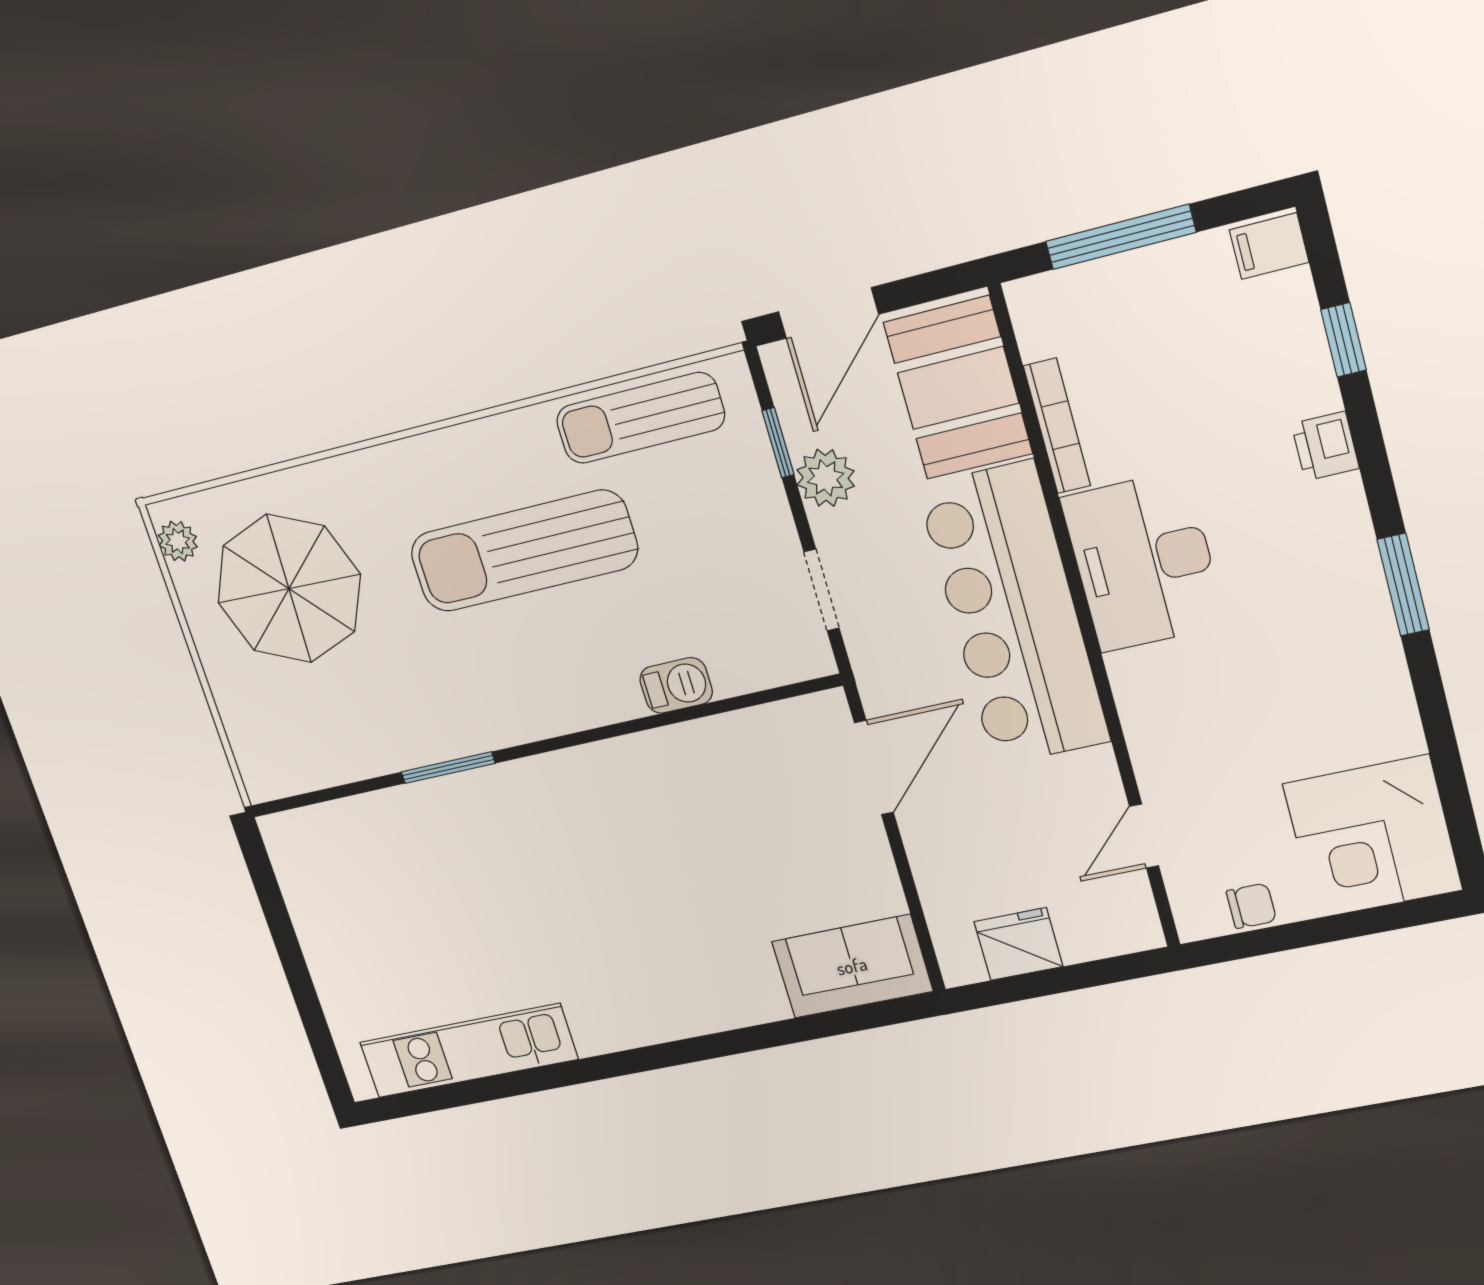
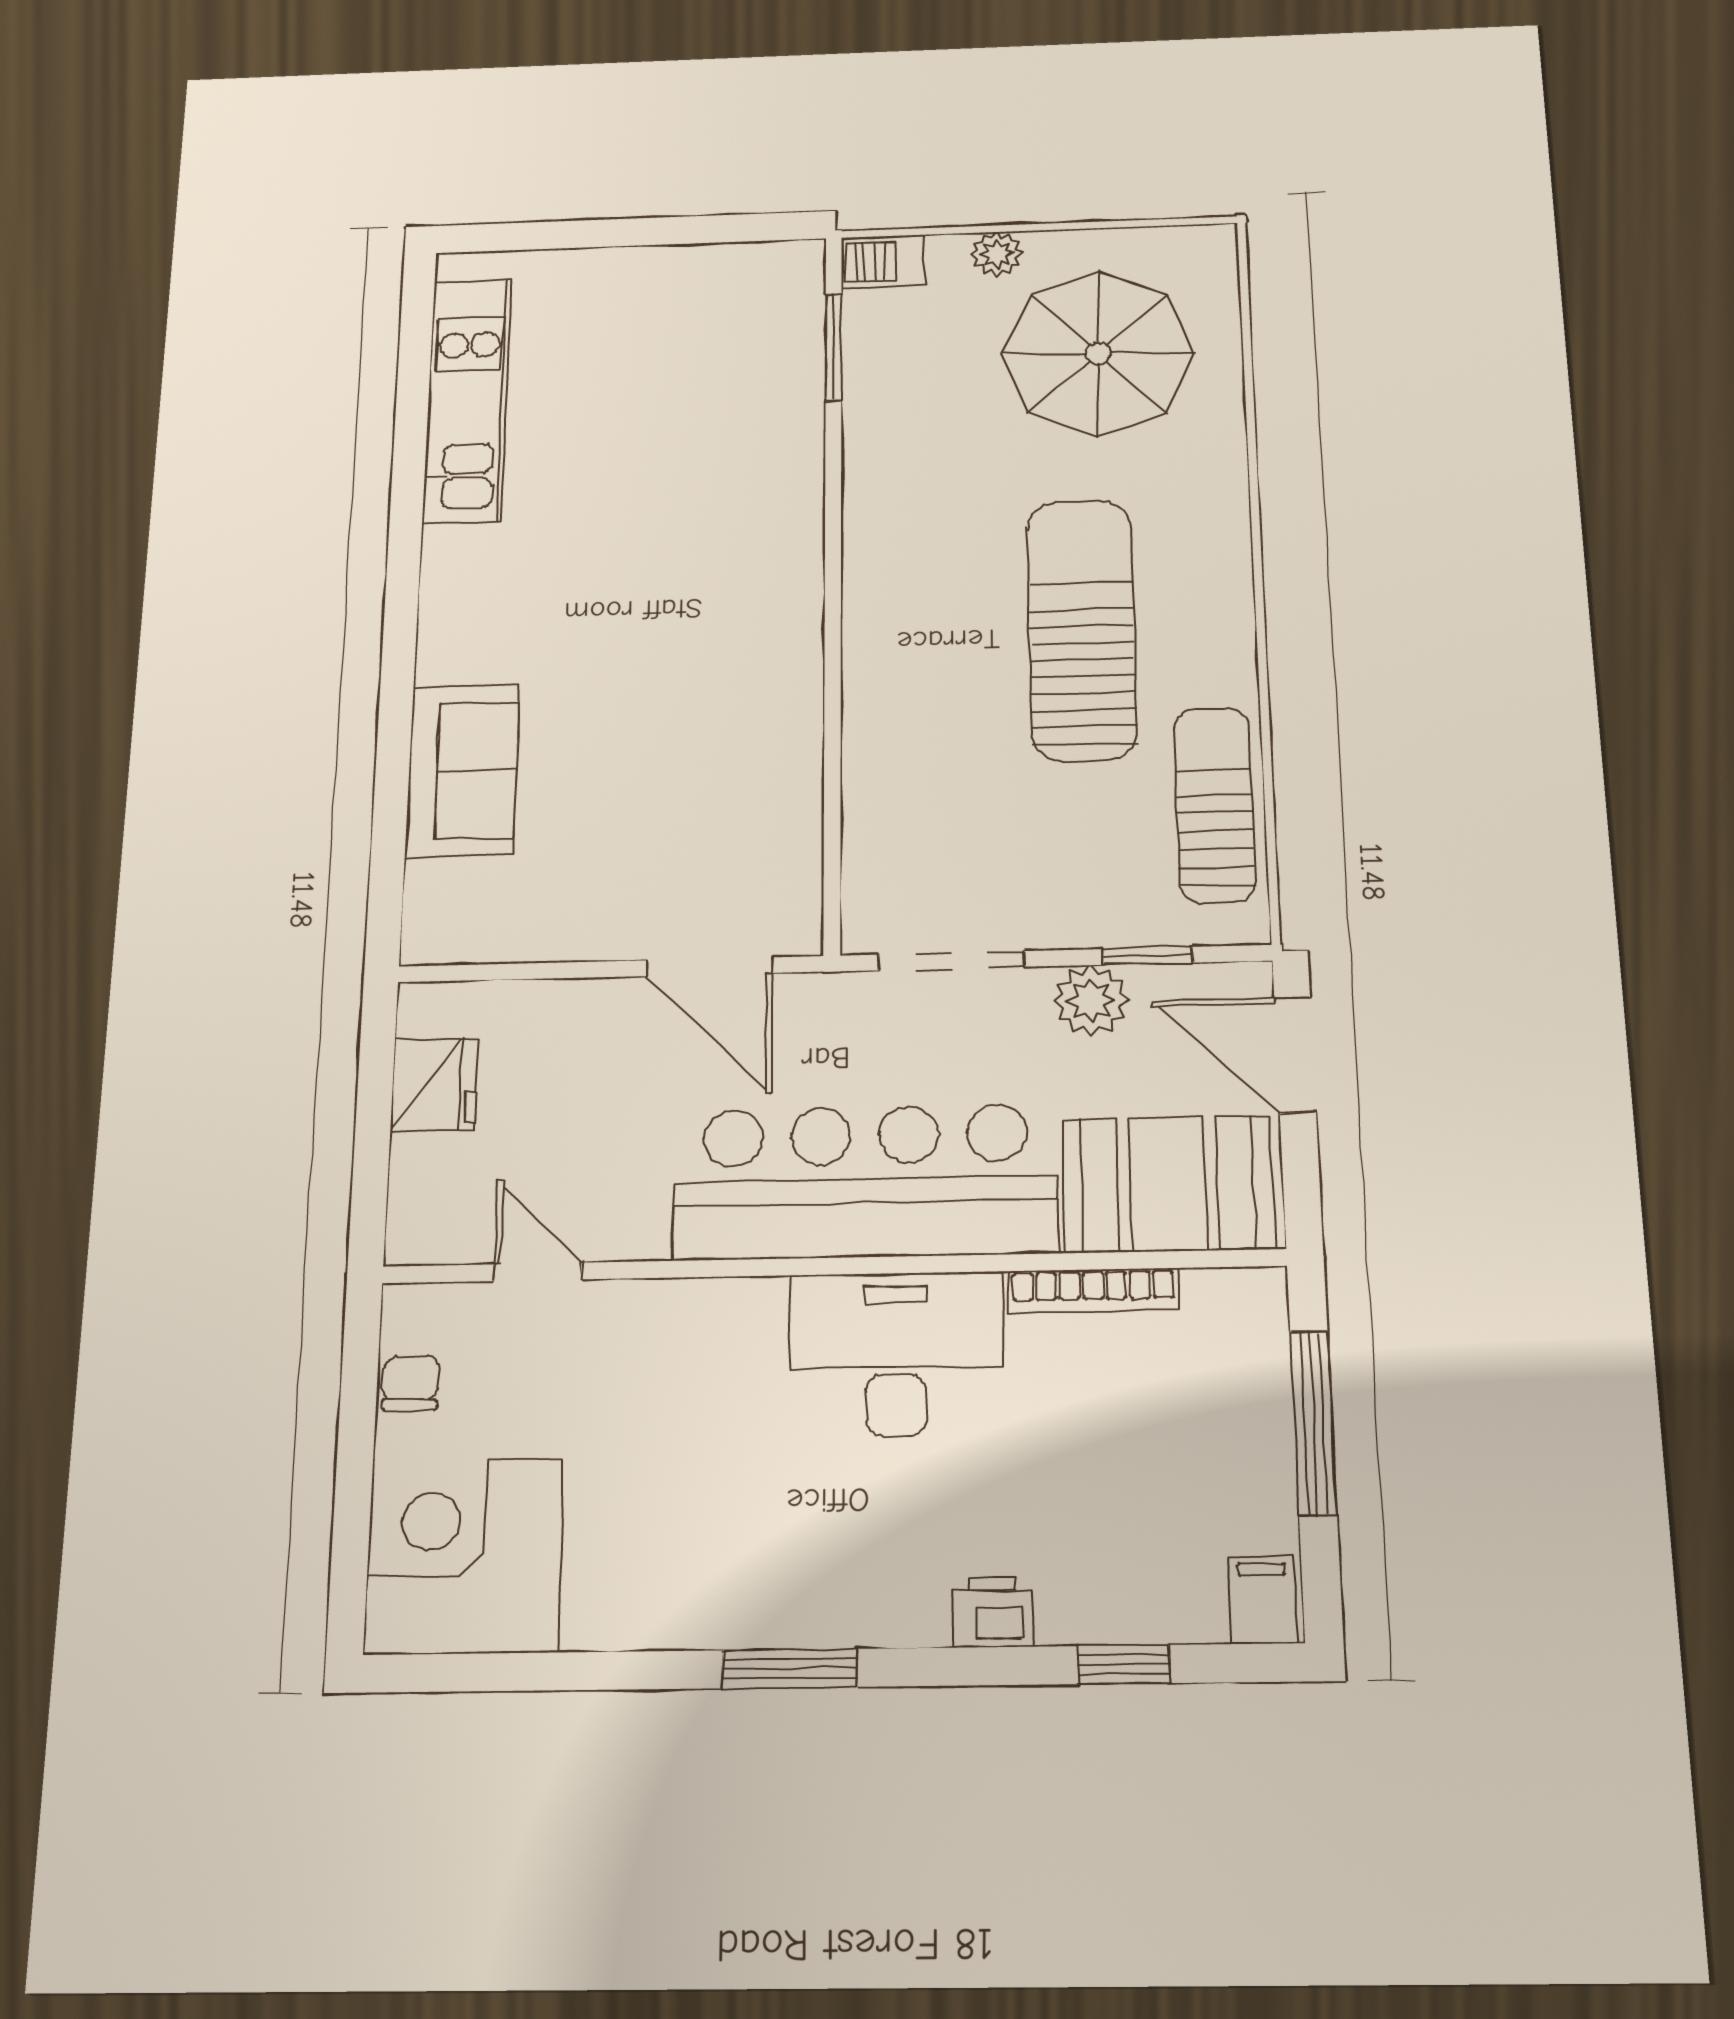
plant: (178, 541) -> (997, 254), moved
doorway: (821, 590) -> (951, 961), width x1.38
barbecue: (676, 685) -> (883, 261), moved, turned 90
window: (448, 768) -> (833, 347), moved
chair: (1251, 906) -> (411, 1383), turned 180
sofa: (852, 966) -> (462, 771), moved

